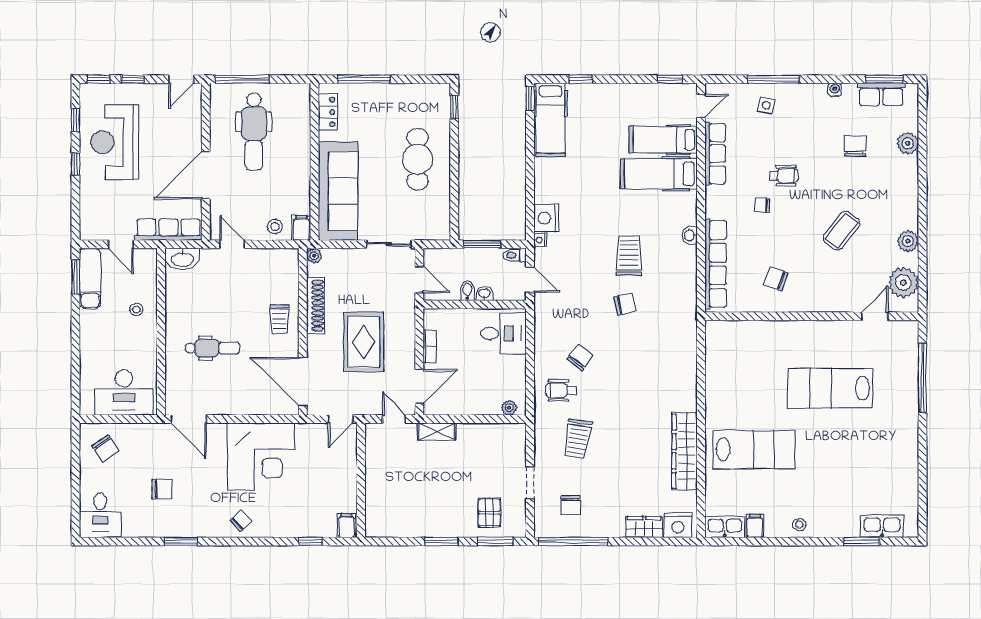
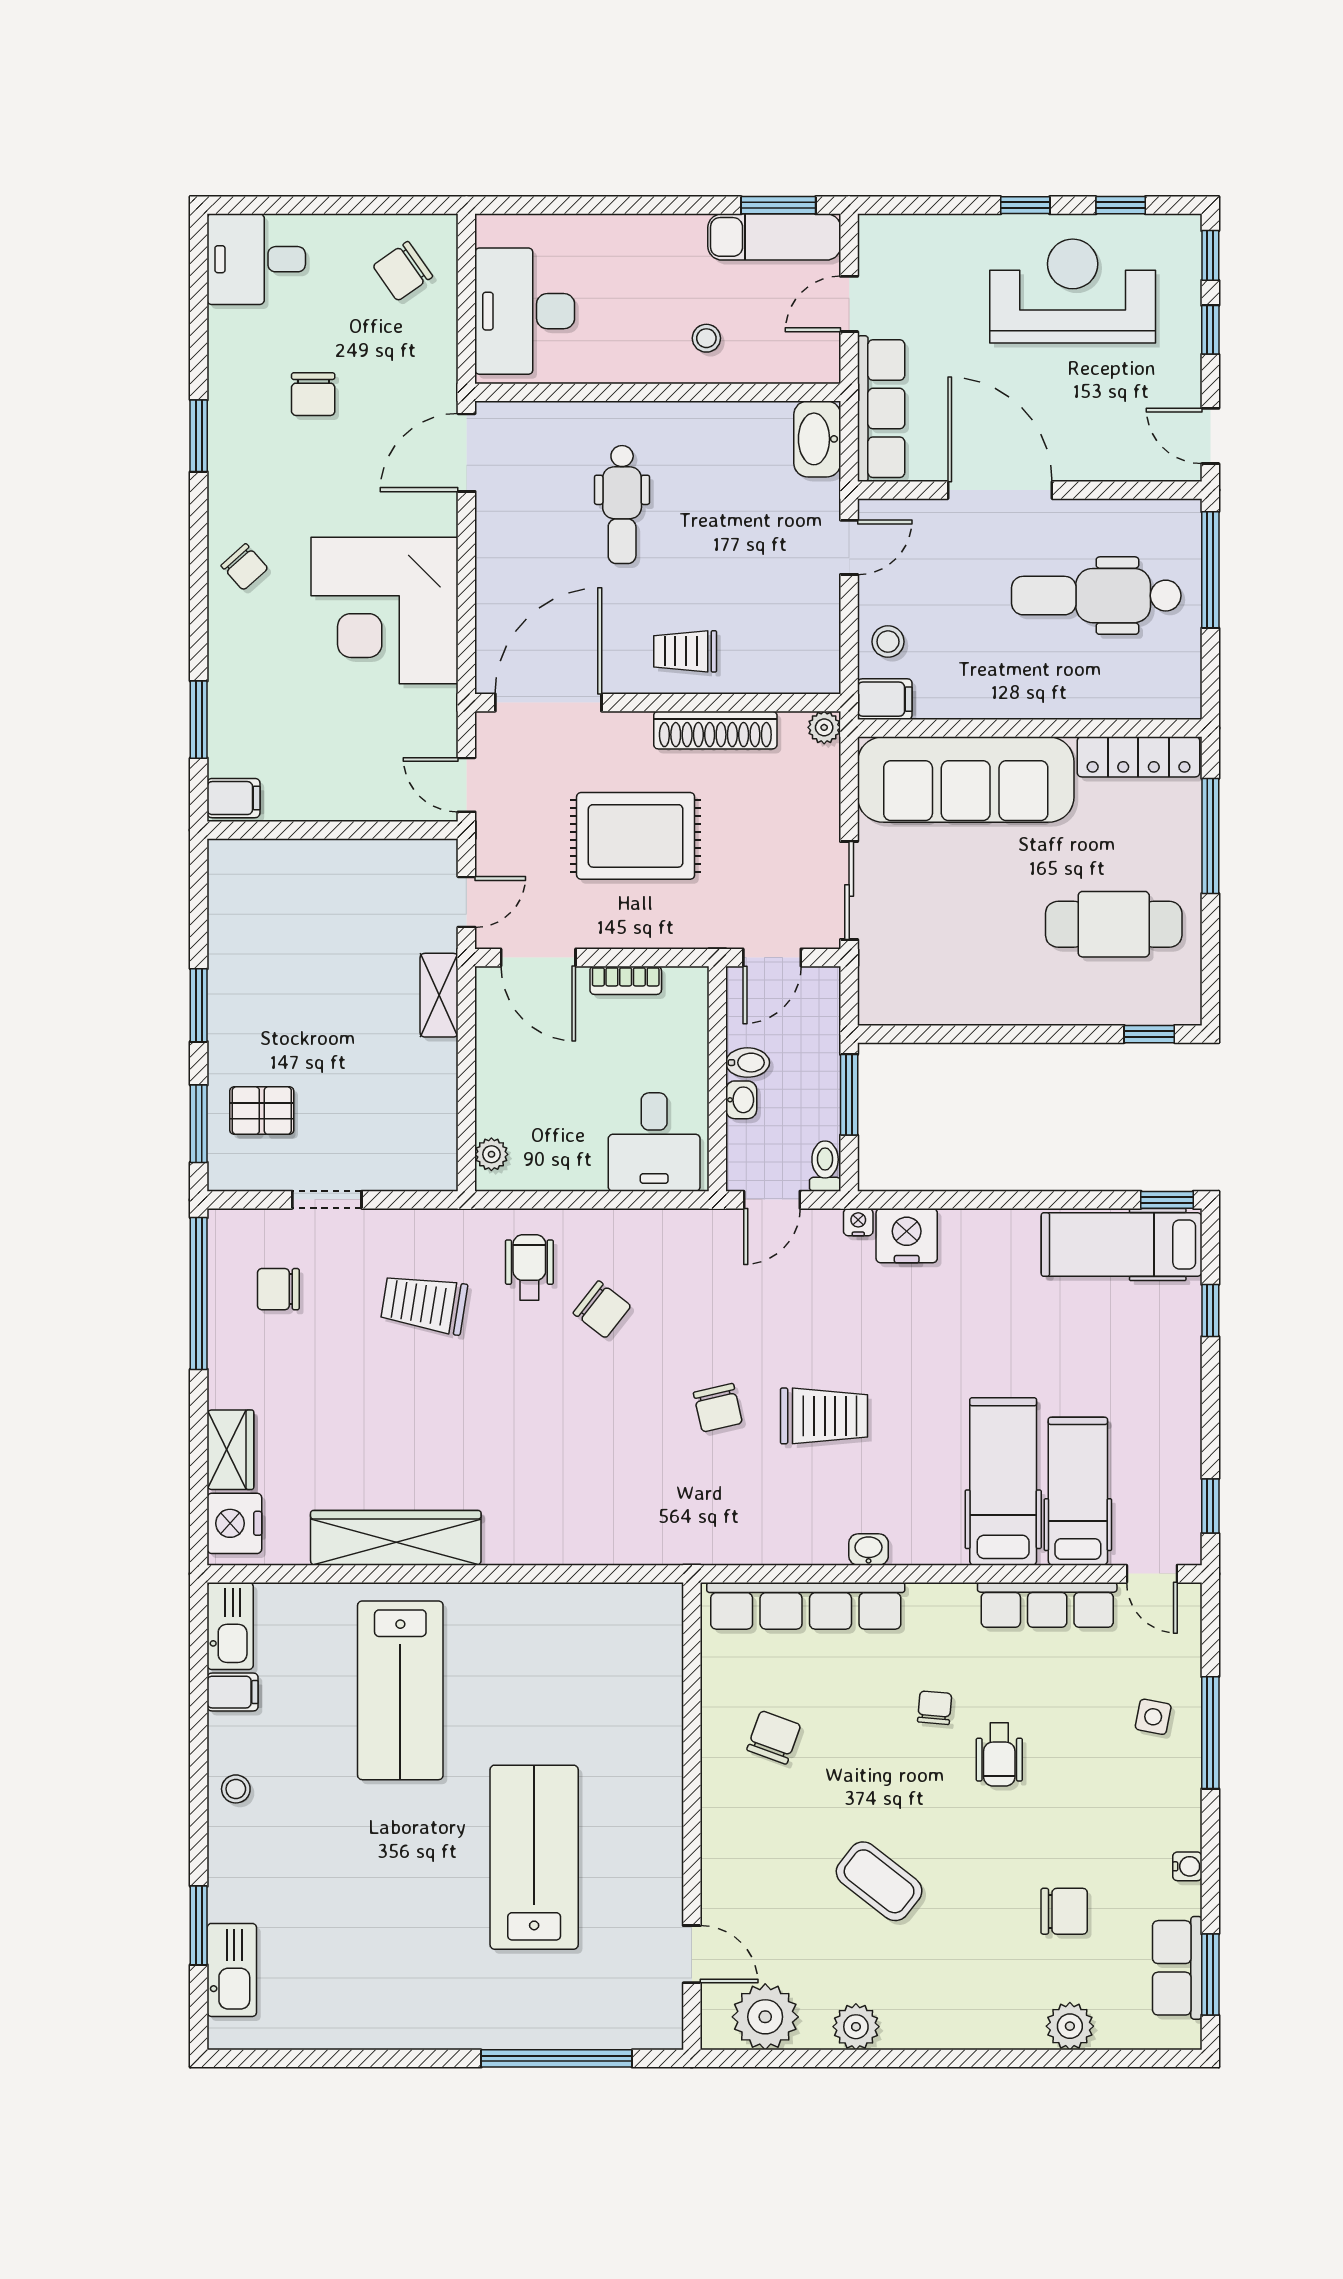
locker: (328, 112) -> (1138, 757), width x1.53
cafe table: (417, 159) -> (1114, 924), moved
window: (311, 541) -> (199, 720), width x1.50

